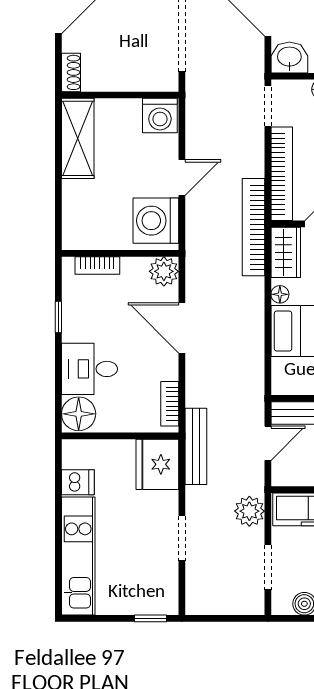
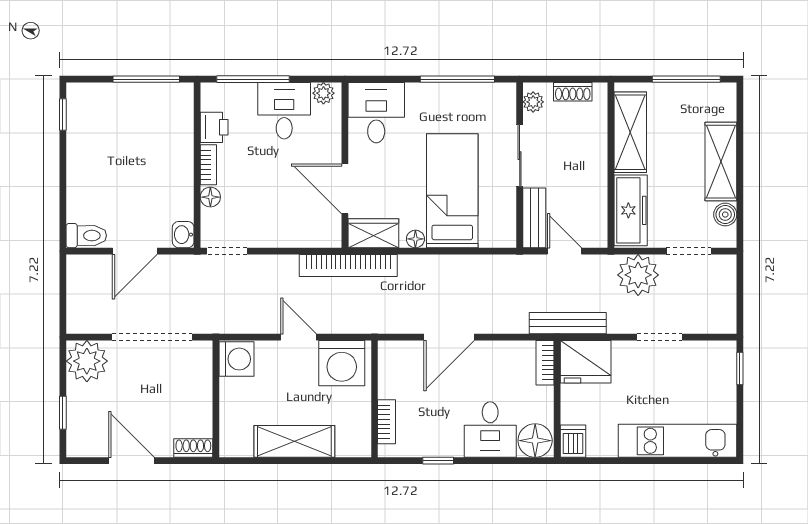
washbasin: (289, 57) -> (183, 235), width x0.72, depth x0.69
shelving: (78, 138) -> (294, 441), moved
bookcase: (282, 174) -> (295, 237), removed
plant: (164, 271) -> (393, 355), removed
bookcase: (170, 404) -> (545, 363), moved, turned 90
dishwasher: (78, 482) -> (573, 441), moved
plant: (249, 511) -> (638, 275), width x1.36, depth x1.36

